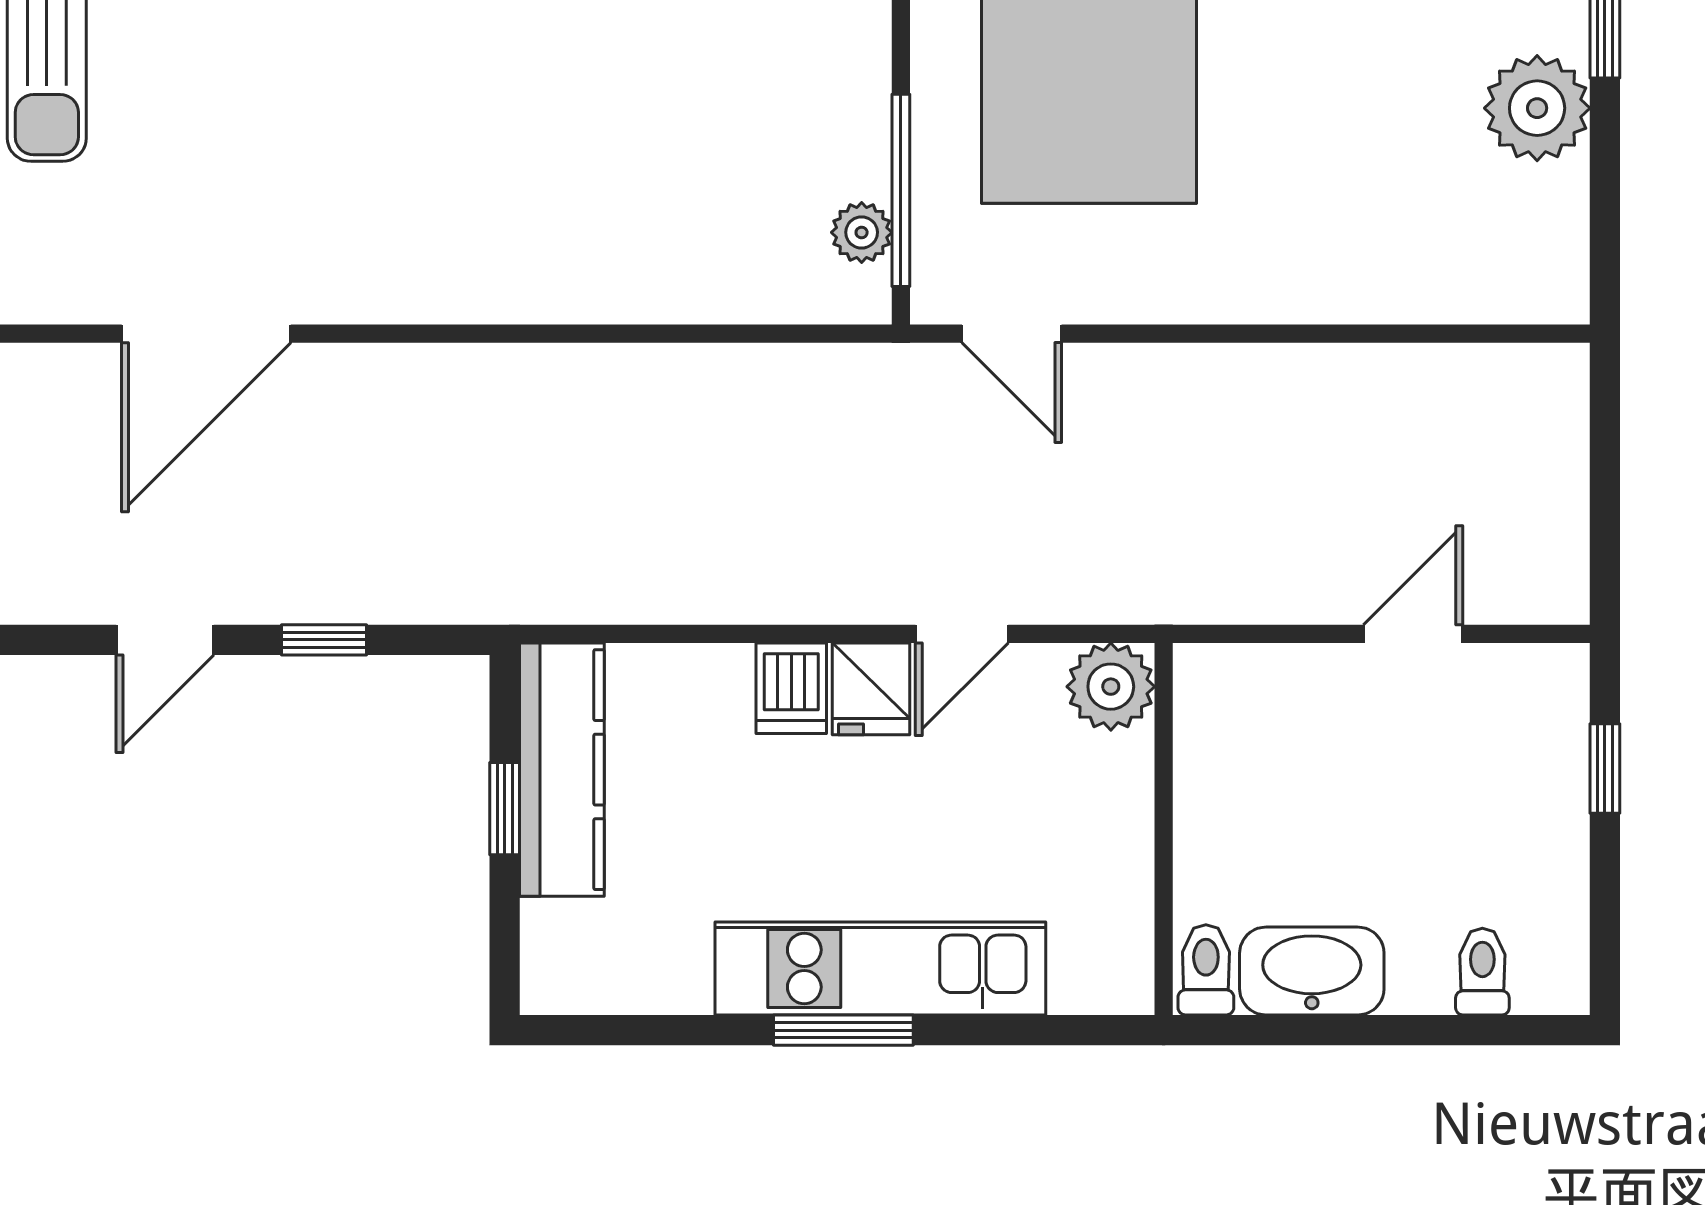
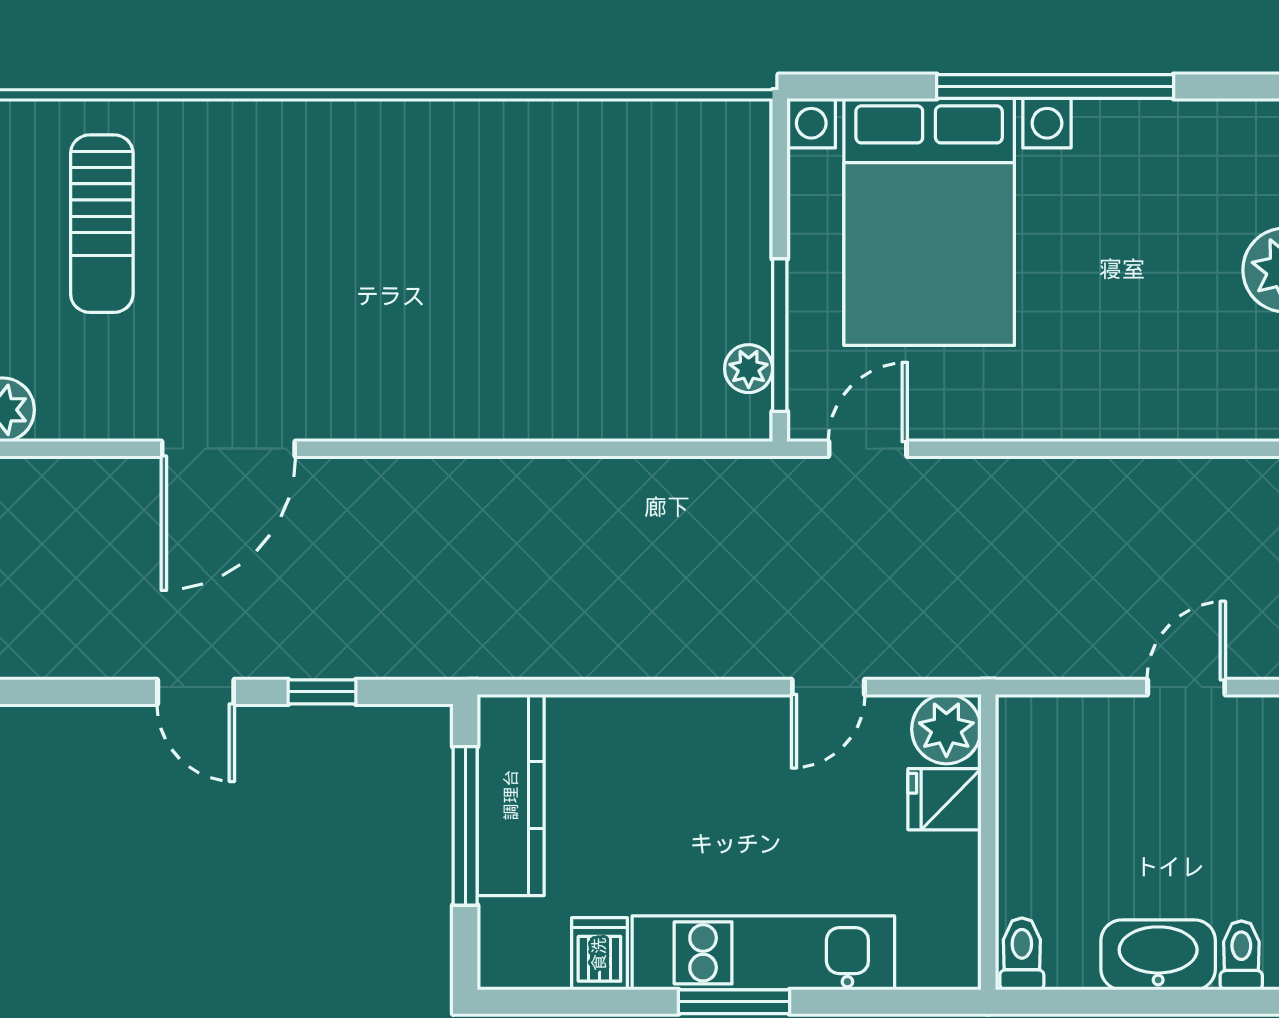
door: (1012, 334) -> (868, 449), swing flipped
door: (165, 640) -> (196, 692), hinge flipped
dishwasher: (791, 688) -> (599, 954), moved, turned 180
fridge: (871, 689) -> (945, 799), moved, turned 90
window: (505, 809) -> (465, 826), width x2.17
washbasin: (1312, 971) -> (1158, 955), moved

